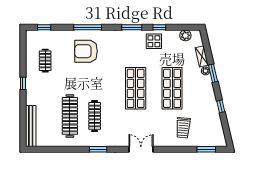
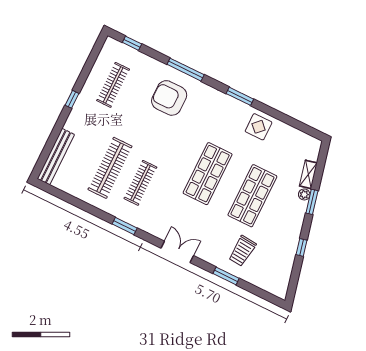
window: (159, 27) -> (274, 113), removed
plant: (185, 35) -> (301, 139), removed
clothes rail: (45, 61) -> (113, 85), width x1.36
window: (206, 149) -> (226, 276), moved

